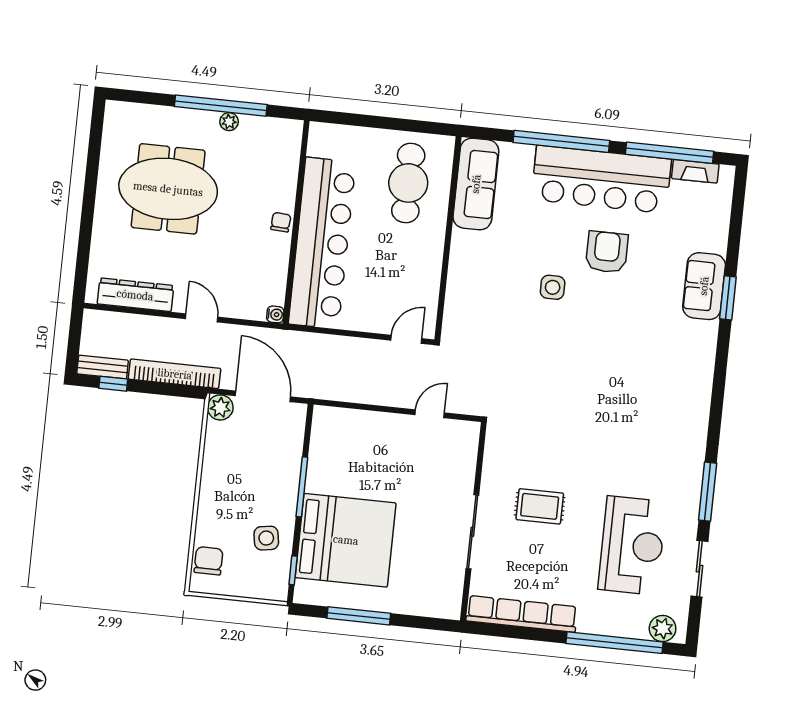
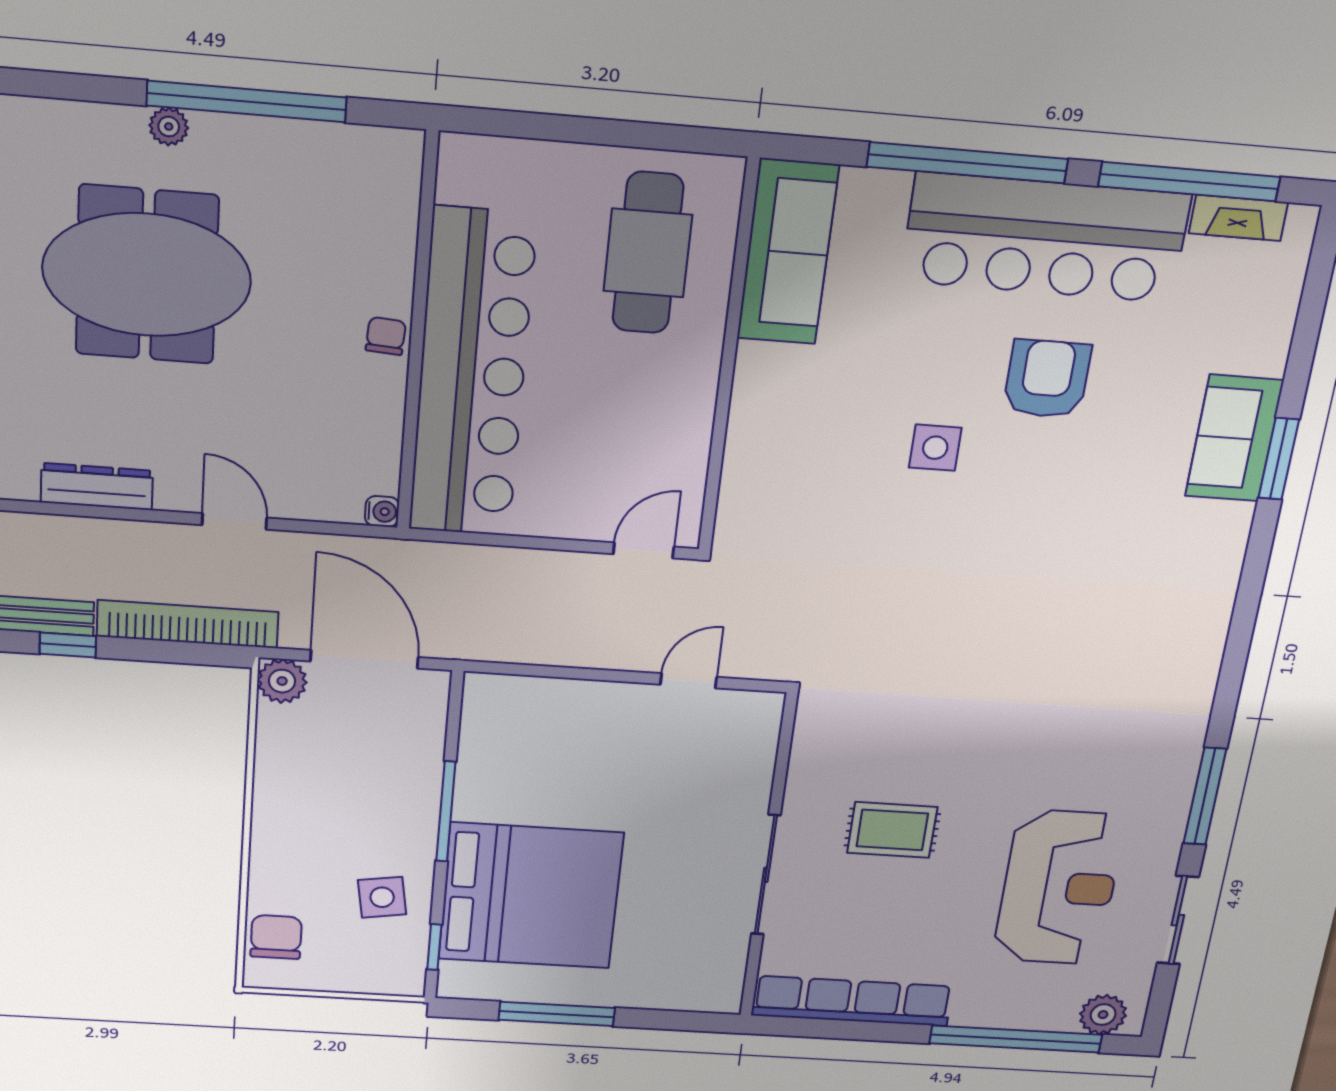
plant: (229, 122) -> (169, 127), moved
dresser: (135, 295) -> (97, 487), width x0.73, depth x0.80

